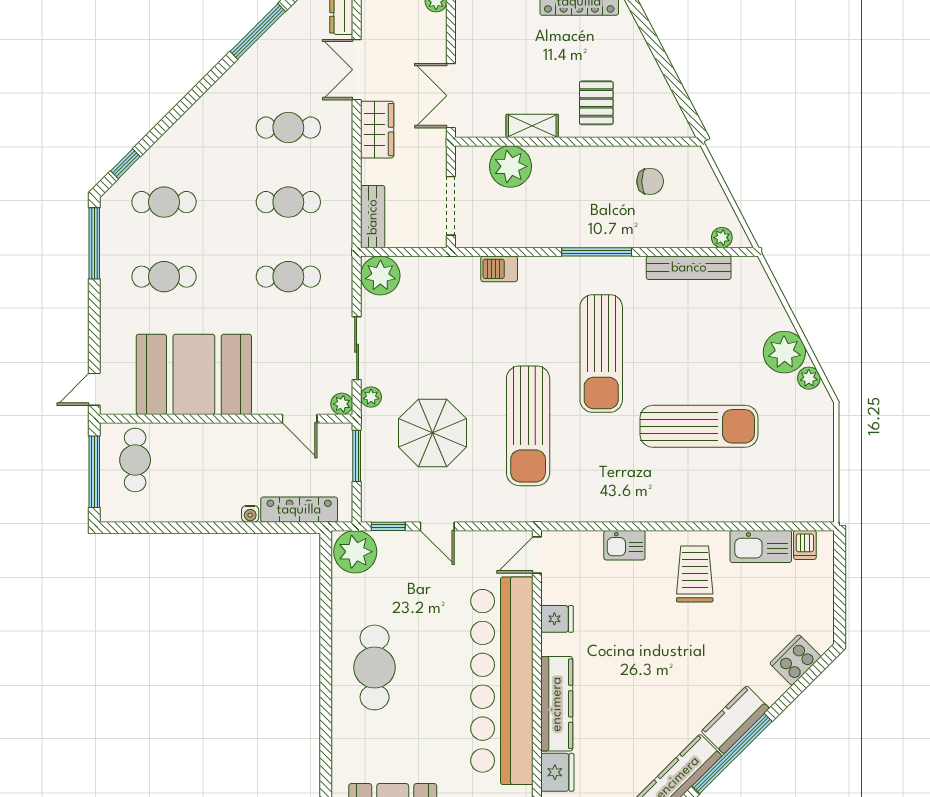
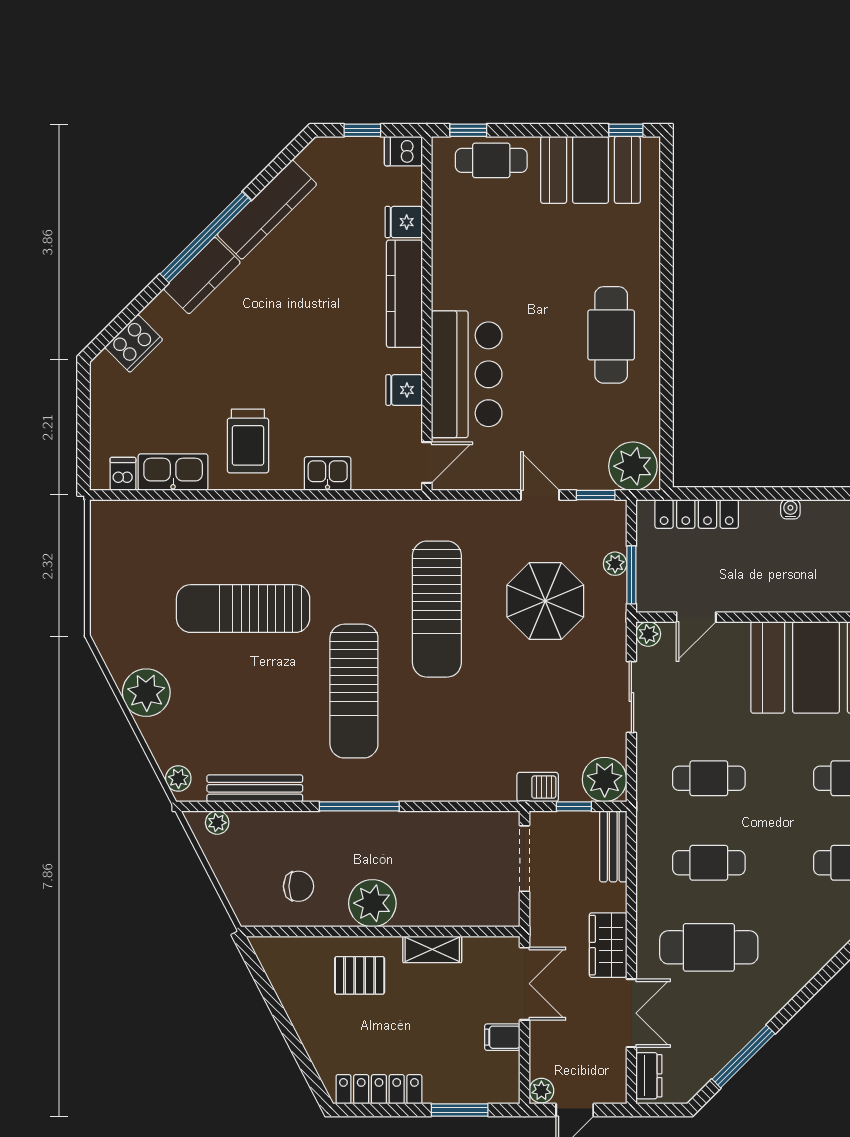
filing cabinet: (470, 48) -> (502, 1037), added
pallet: (596, 103) -> (360, 975), turned 90
cafe table: (288, 128) -> (709, 947), width x1.37, depth x1.35
plant: (510, 166) -> (372, 903), moved
chair: (650, 181) -> (299, 886), turned 180
window: (407, 252) -> (574, 806), added
barbecue: (499, 269) -> (538, 787), moved
sun lounger: (601, 353) -> (354, 691), turned 180
plant: (809, 378) -> (178, 778), moved
plant: (371, 397) -> (615, 564), moved
door: (300, 419) -> (696, 617), swing flipped
sun lounger: (528, 426) -> (437, 609), turned 180
water cooler: (250, 514) -> (790, 509), moved
bar counter: (502, 681) -> (467, 374), width x0.54
fridge: (557, 772) -> (404, 222), width x0.72

